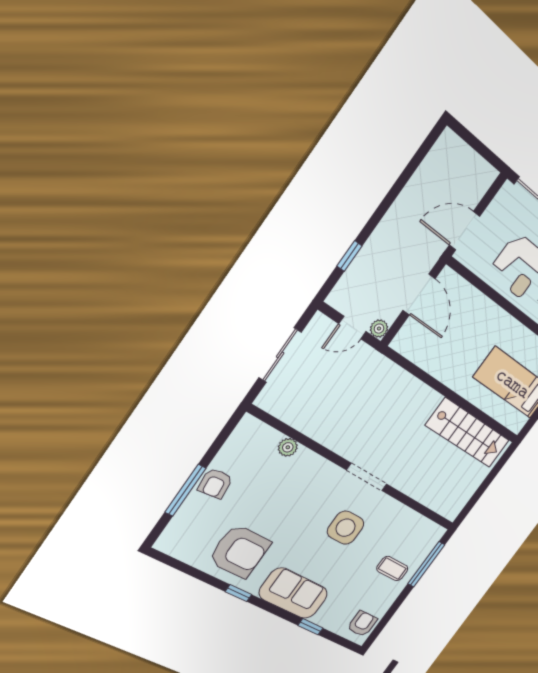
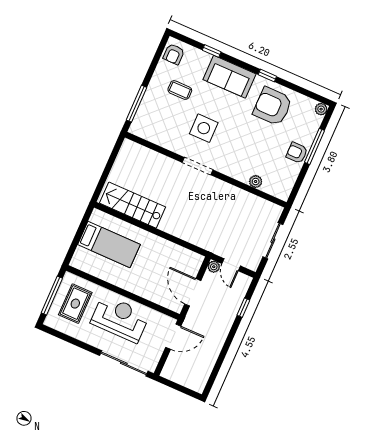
door: (352, 328) -> (231, 265), swing flipped
armchair: (215, 483) -> (297, 153), turned -84
plant: (165, 544) -> (321, 109), added
coffee table: (392, 569) -> (180, 90), moved

